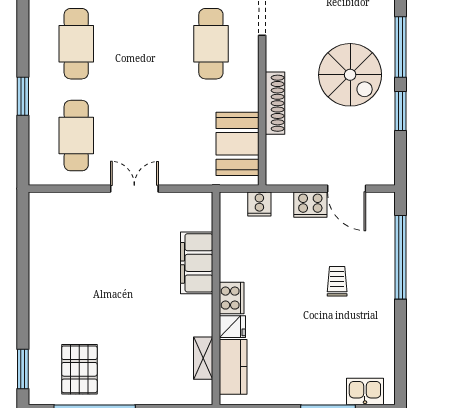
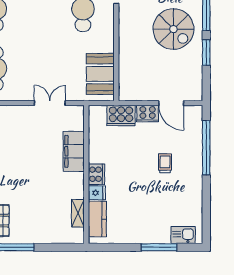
shoe rack: (275, 103) -> (125, 48), removed
double door: (134, 189) -> (50, 103), moved
cooker: (259, 204) -> (121, 116), width x1.87, depth x1.31

